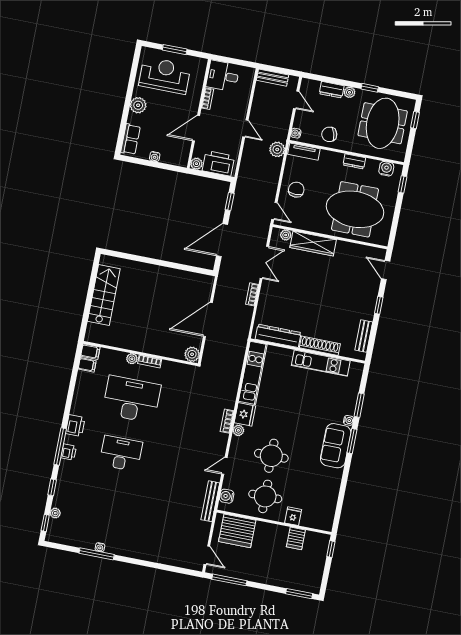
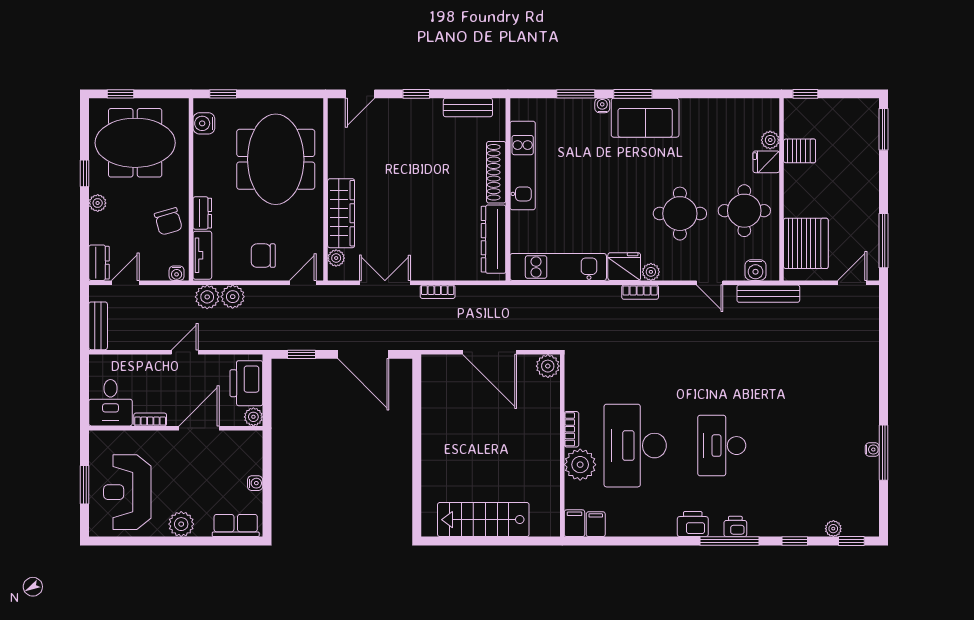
dresser: (332, 90) -> (99, 263), moved
door: (196, 128) -> (199, 428), swing flipped
dresser: (354, 161) -> (202, 213), moved
plant: (274, 165) -> (233, 297), added
plant: (132, 359) -> (580, 465), width x1.88, depth x1.88
plant: (306, 521) -> (770, 140), added

